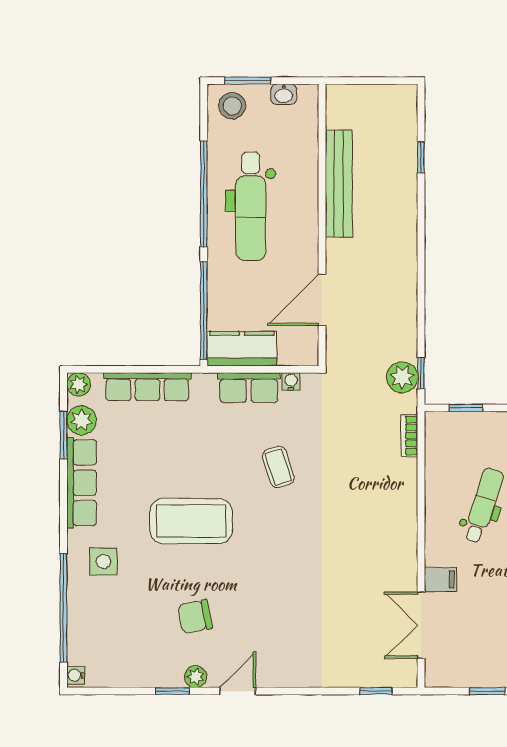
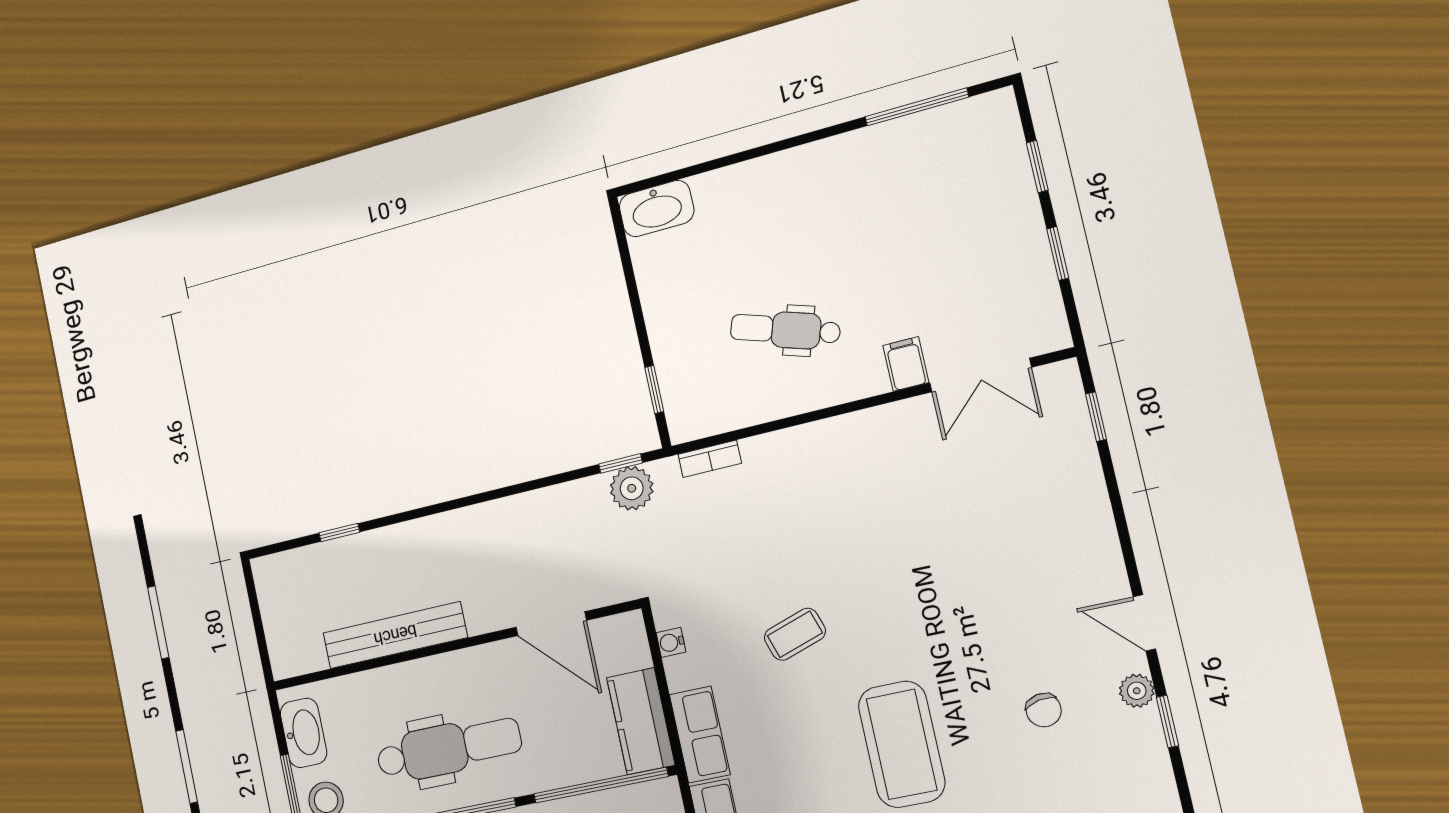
washbasin: (284, 94) -> (303, 733), width x1.91, depth x1.45
row of seats: (249, 388) -> (700, 735), moved
chair: (195, 617) -> (1044, 710), width x0.73, depth x0.73

